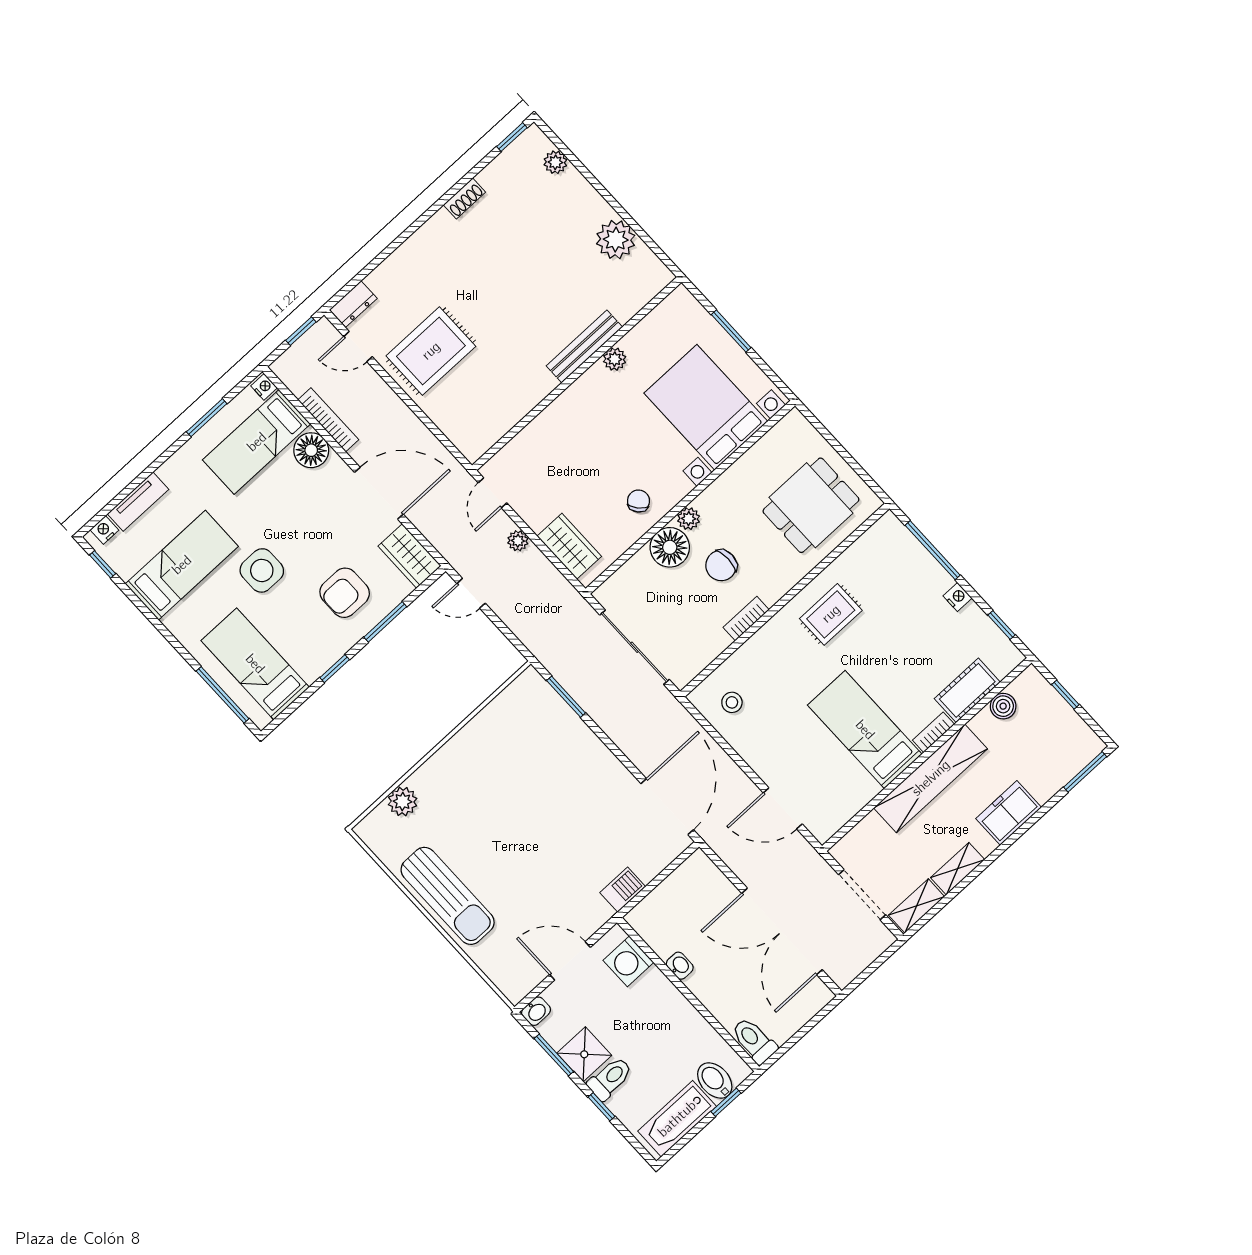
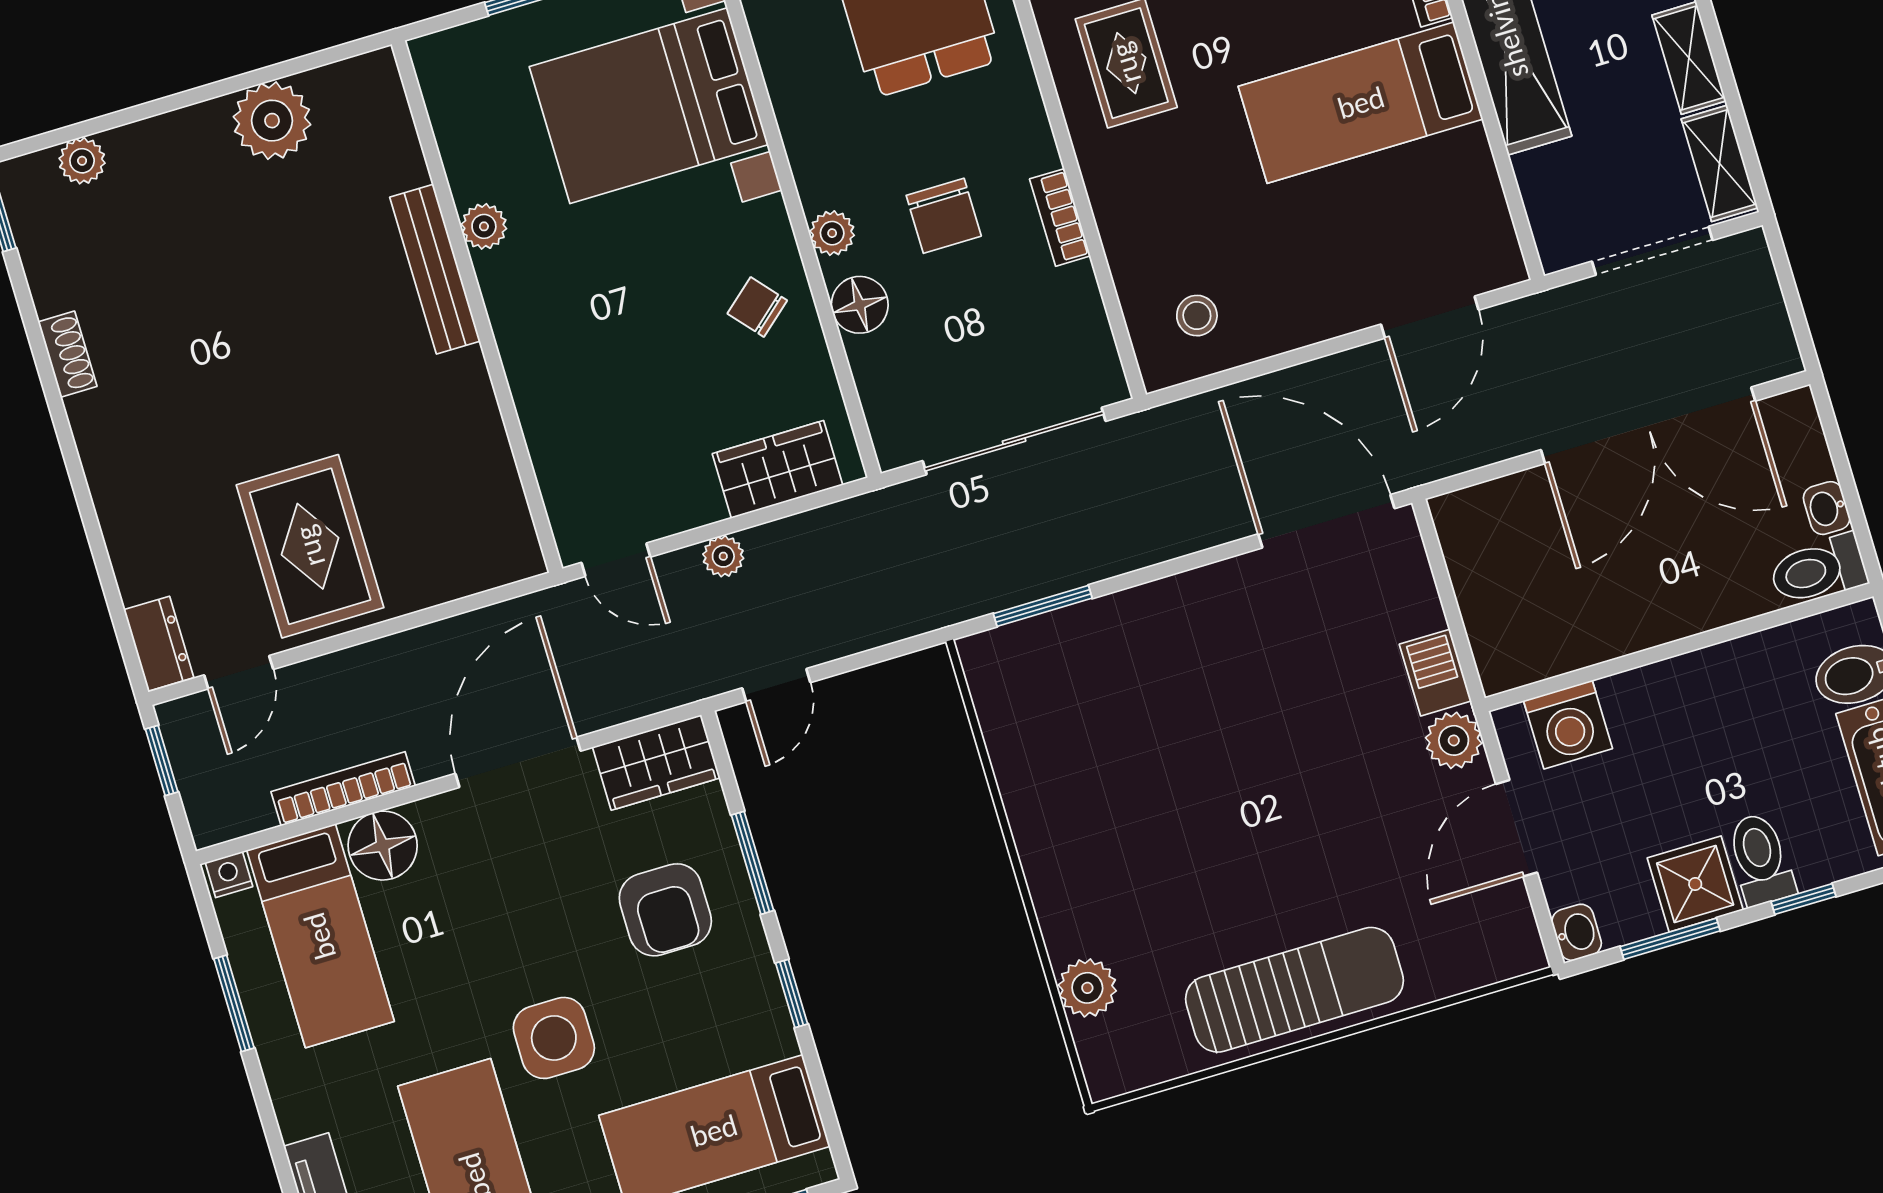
floor lamp: (670, 547) -> (860, 305), width x0.73, depth x0.73
plant: (596, 913) -> (1454, 740), added
washbasin: (680, 966) -> (1827, 508), moved, turned -90

